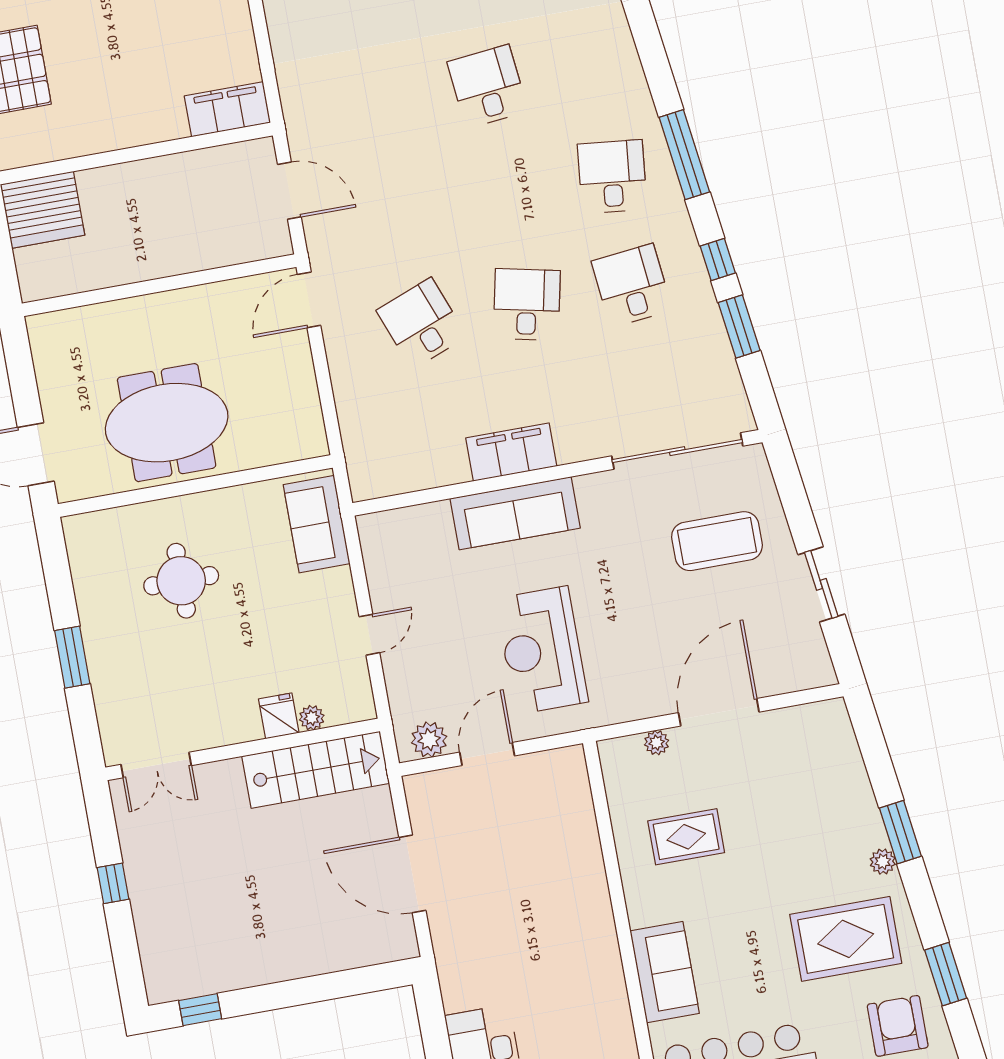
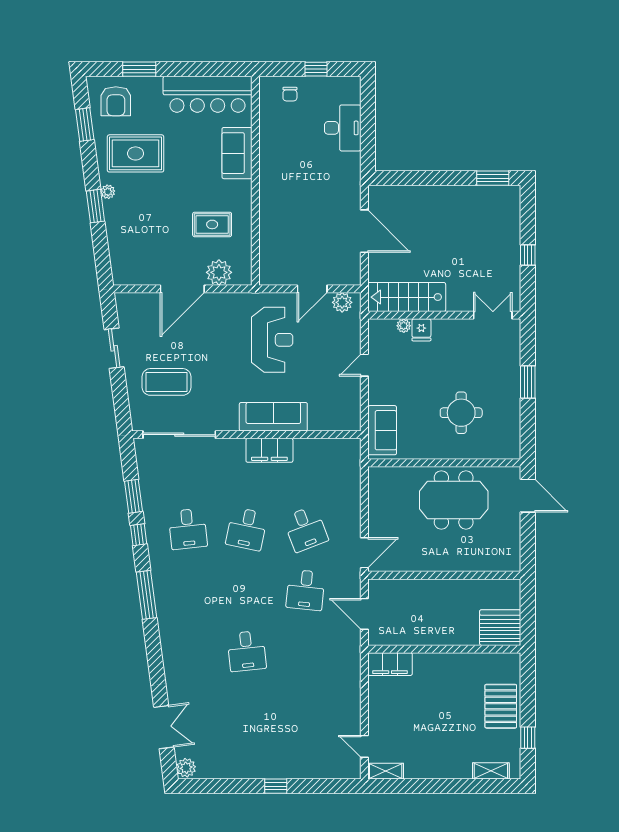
desk: (612, 177) -> (306, 590), moved
plant: (657, 743) -> (219, 272), width x1.87, depth x1.87
window: (200, 1010) -> (493, 178), width x1.50

